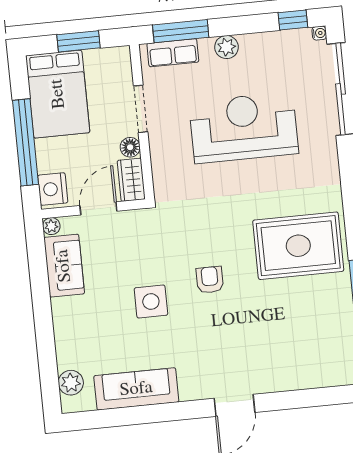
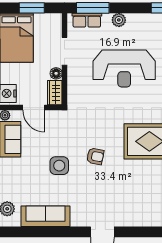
reception desk: (244, 128) -> (124, 69), turned 180
door: (98, 208) -> (34, 108), swing flipped
armchair: (210, 280) -> (95, 156), turned 101

